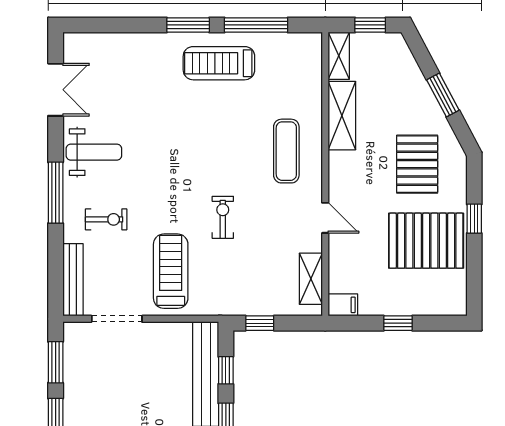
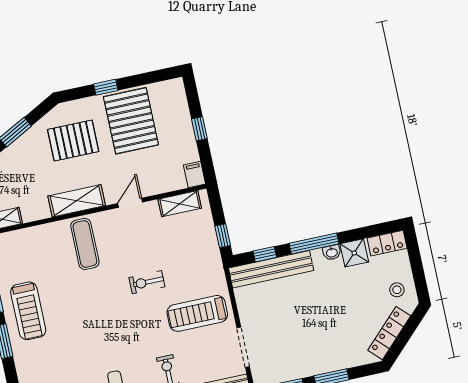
shelving: (342, 116) -> (77, 201), moved
exercise mat: (286, 151) -> (85, 244), turned 90

